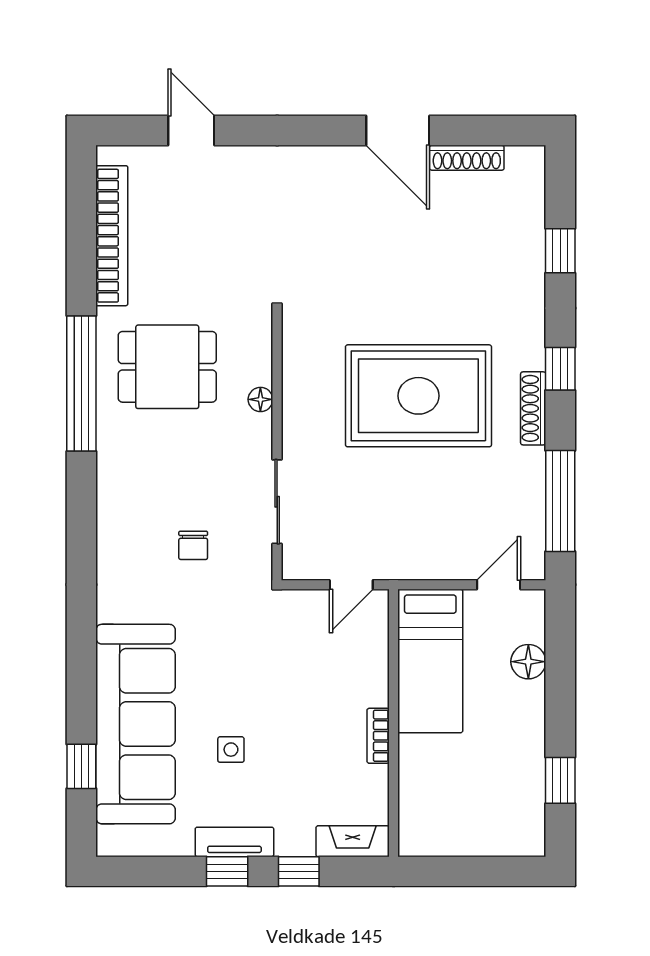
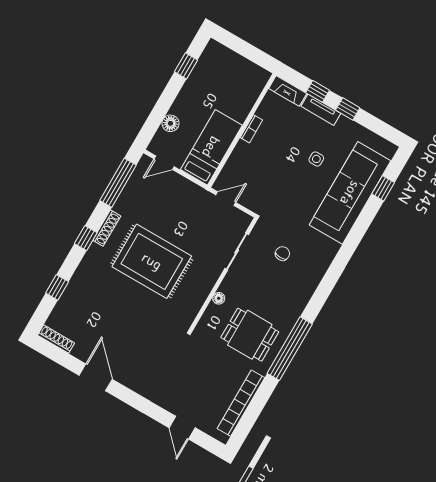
shoe rack: (467, 158) -> (56, 339), moved
tv unit: (234, 842) -> (321, 110), moved

